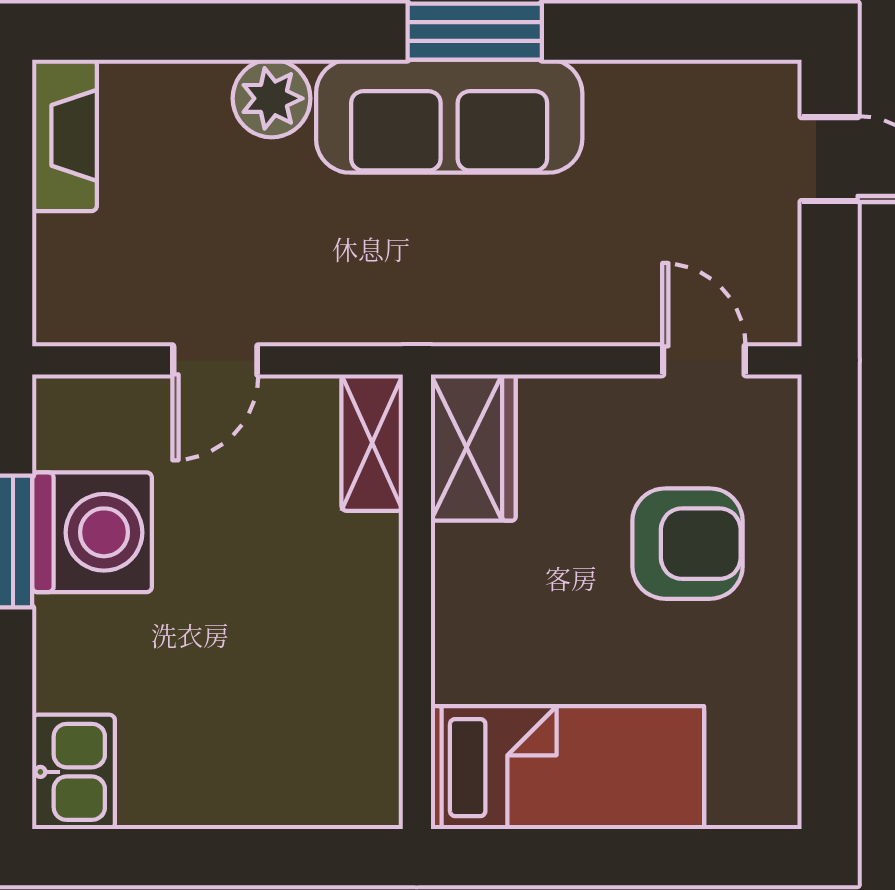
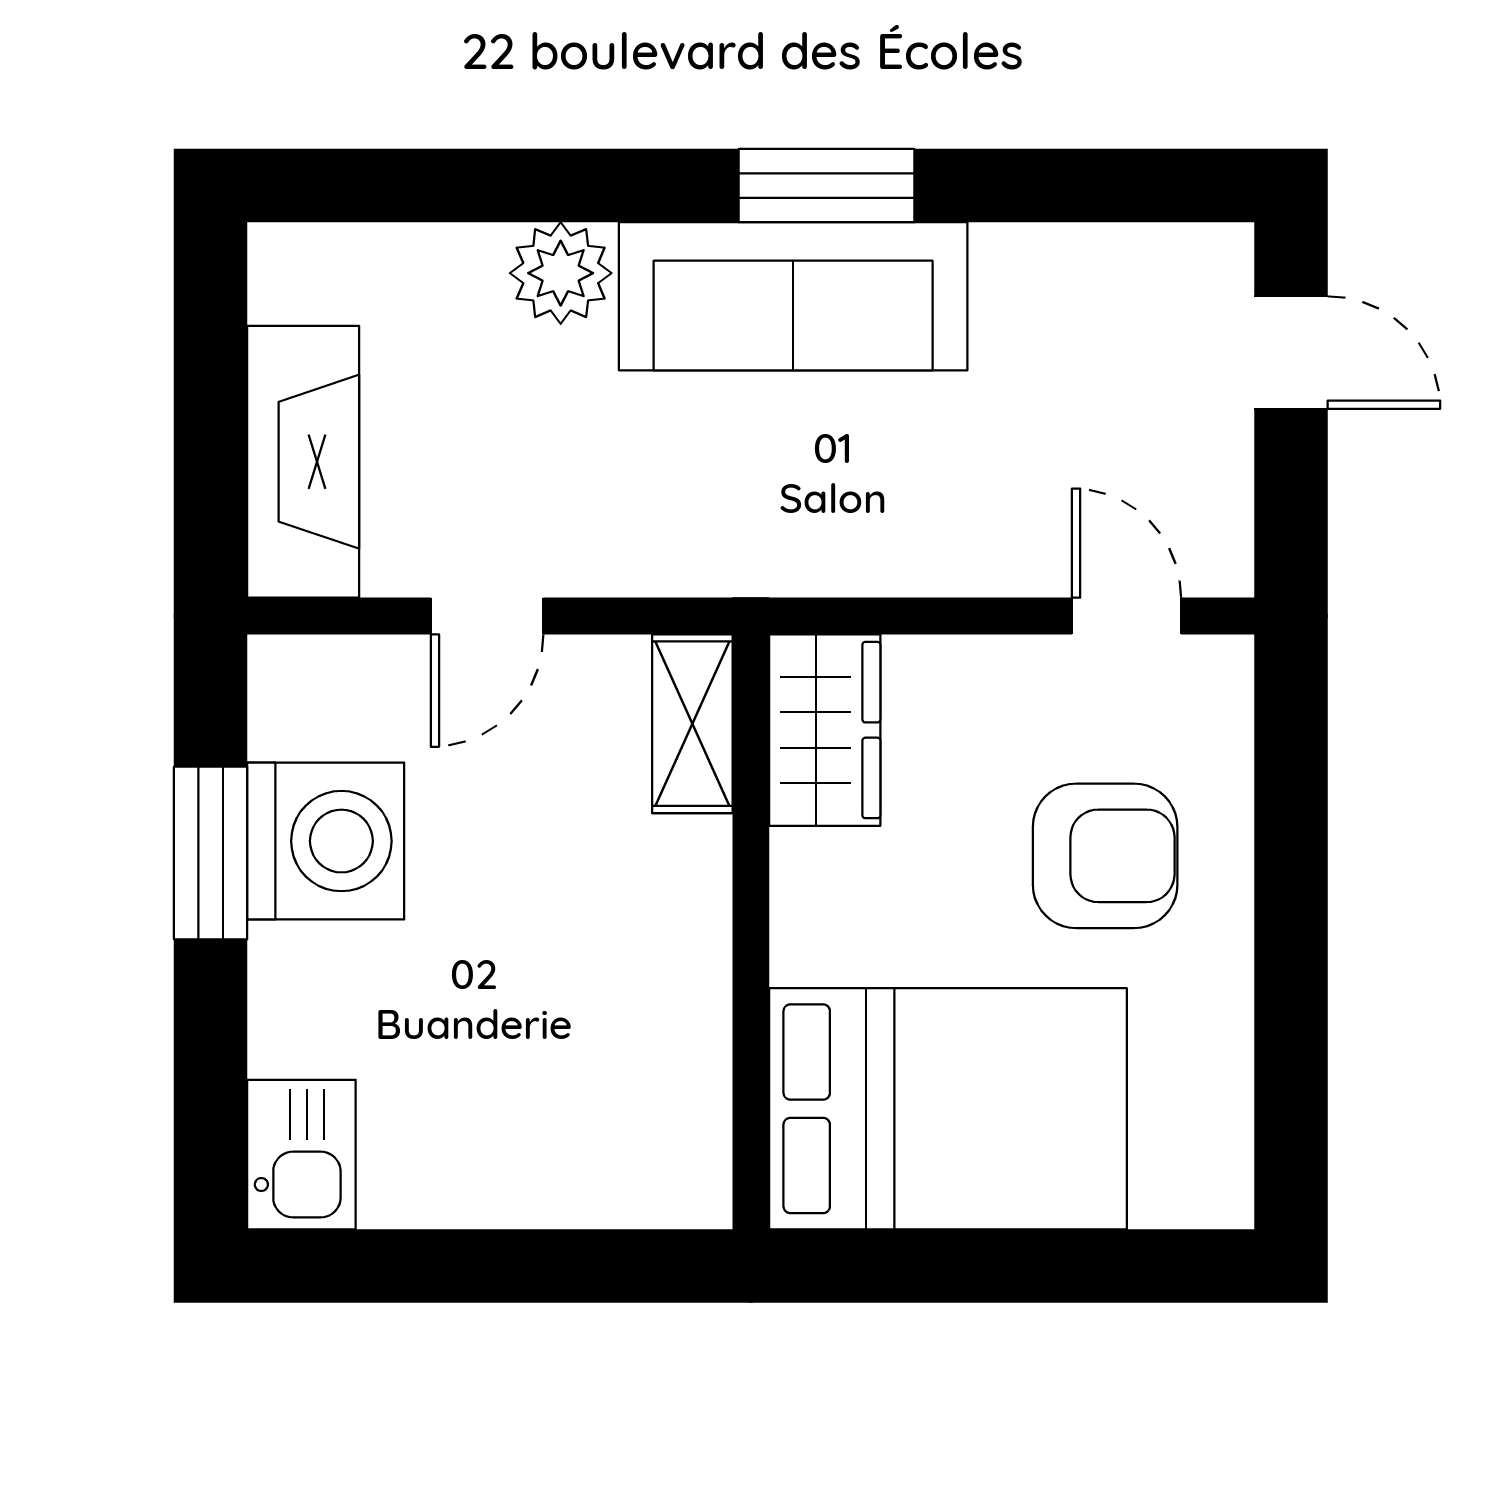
fireplace: (64, 135) -> (303, 462), moved, width x1.37, depth x1.32
bed: (567, 768) -> (948, 1109), width x1.50

